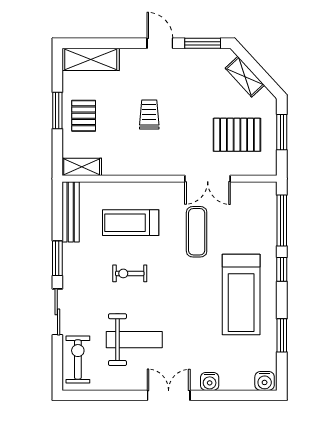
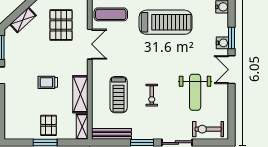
shelving: (91, 59) -> (80, 94), moved
pallet: (84, 116) -> (49, 125), turned 90
exercise mat: (197, 232) -> (111, 14), moved
weight bench: (134, 340) -> (195, 92), turned 180
window: (217, 395) -> (232, 38), added

